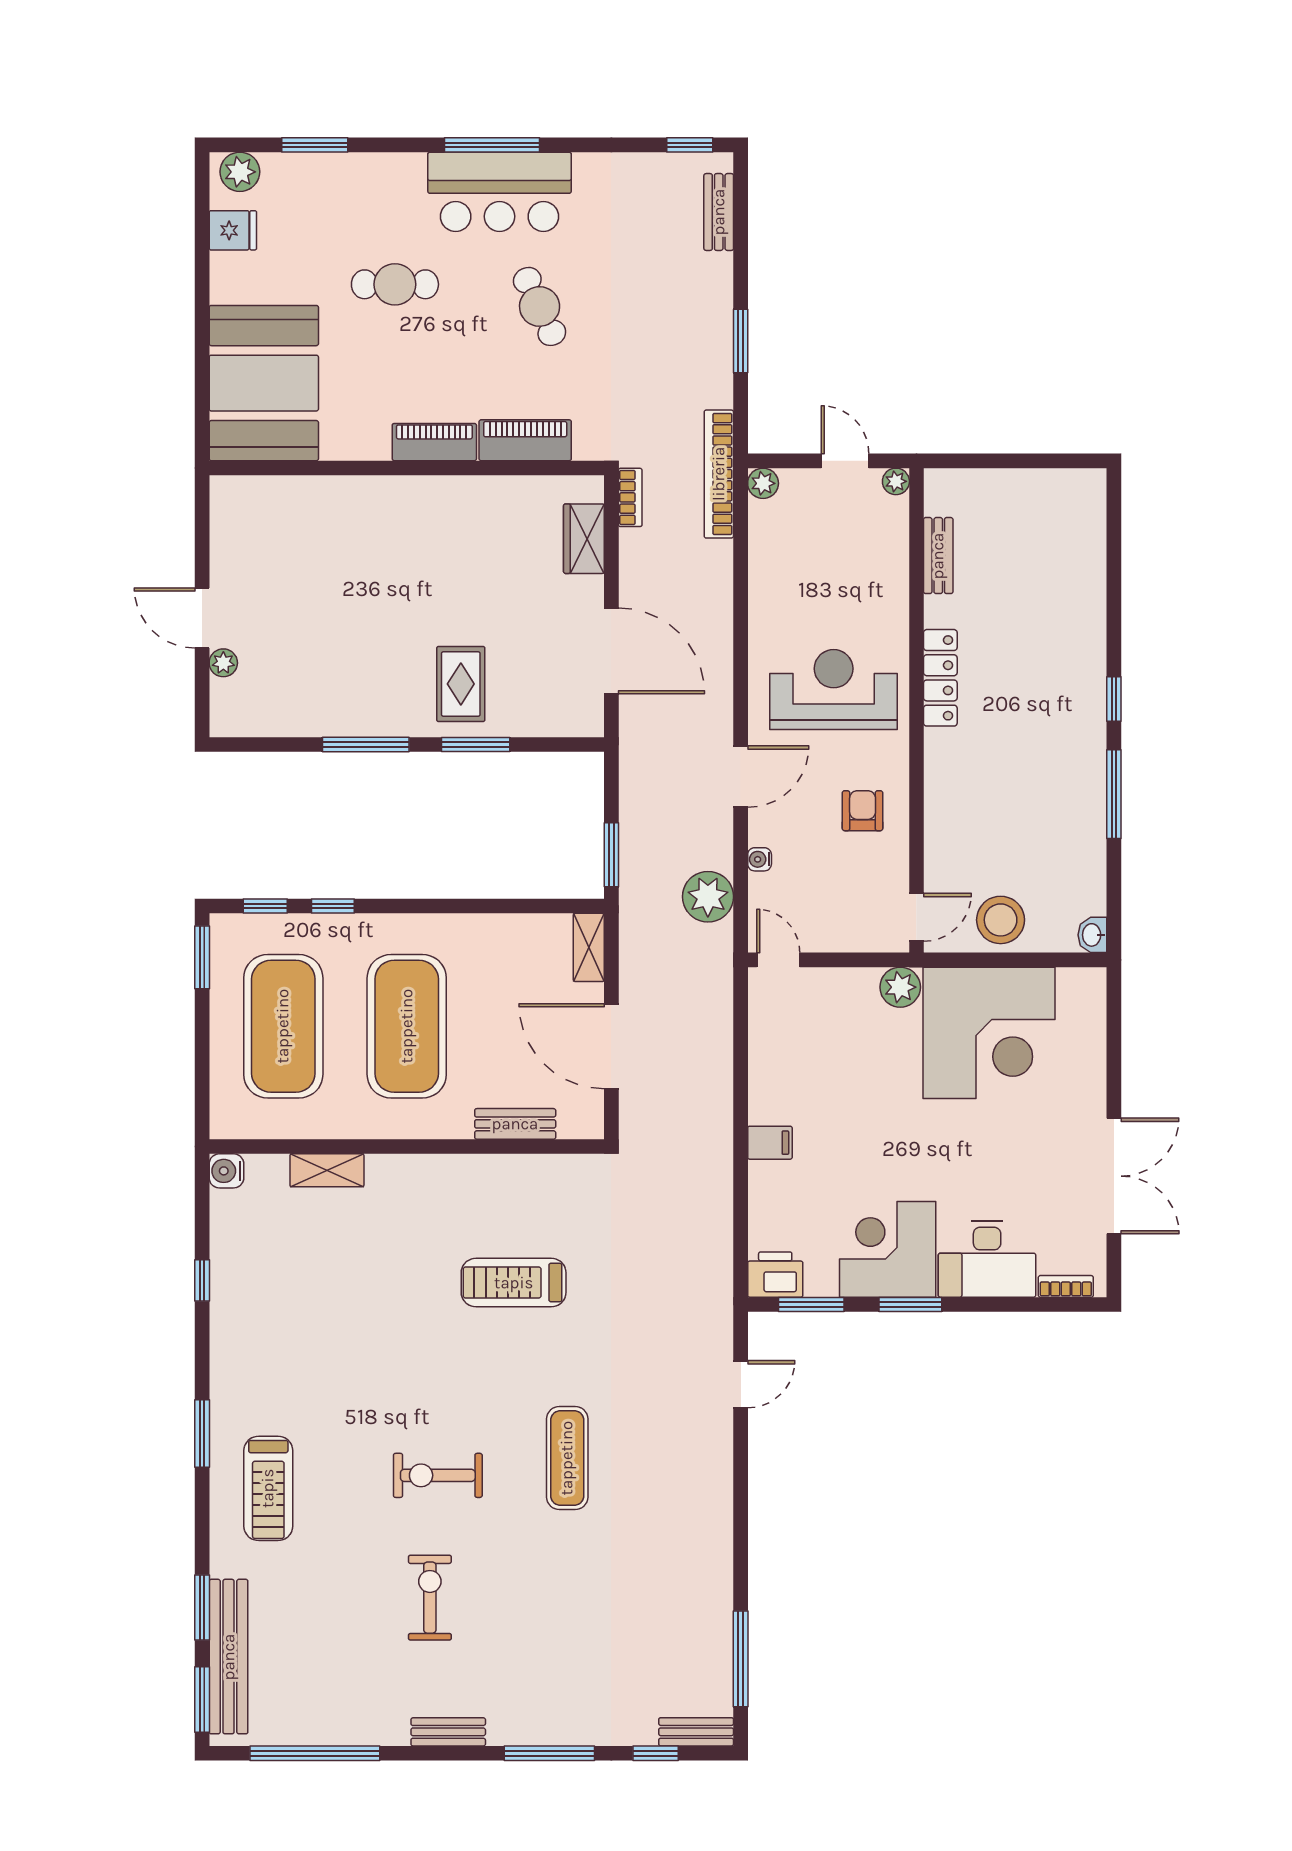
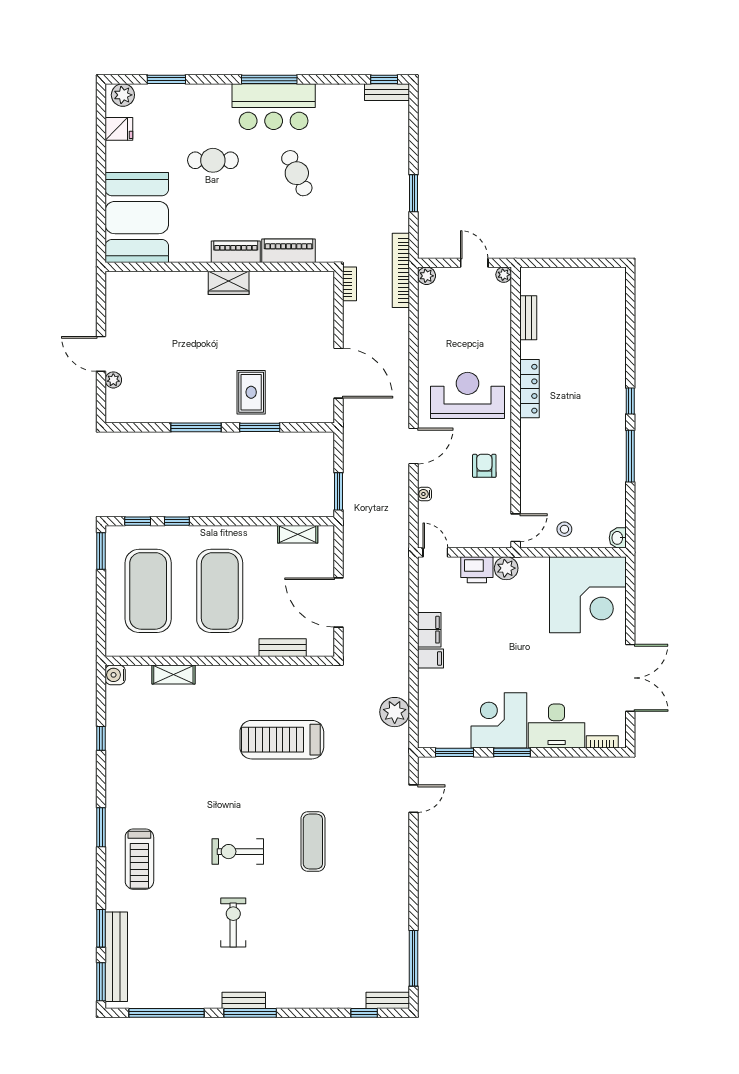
bench: (719, 212) -> (387, 92), moved, turned 90
wardrobe: (584, 539) -> (229, 283), moved, turned -90
plant: (708, 897) -> (395, 712), moved
stool: (1001, 920) -> (564, 529), width x0.53, depth x0.53
shelving: (589, 947) -> (298, 534), moved, turned 90
corner desk: (989, 1033) -> (588, 595), moved
filing cabinet: (768, 1093) -> (429, 630), added
printer: (775, 1275) -> (477, 570), moved, turned 180
treadmill: (514, 1283) -> (282, 740), width x1.37, depth x1.38
window: (549, 1753) -> (250, 1013), moved

